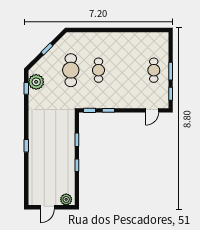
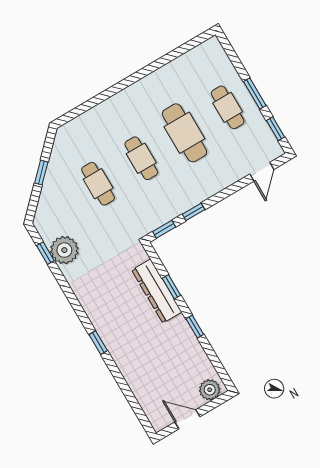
cafe table: (71, 70) -> (98, 184), width x0.73, depth x0.74
cafe table: (126, 70) -> (184, 133), added
plant: (36, 82) -> (64, 250), moved
dresser: (69, 138) -> (157, 291), added
door: (47, 207) -> (187, 419), swing flipped

